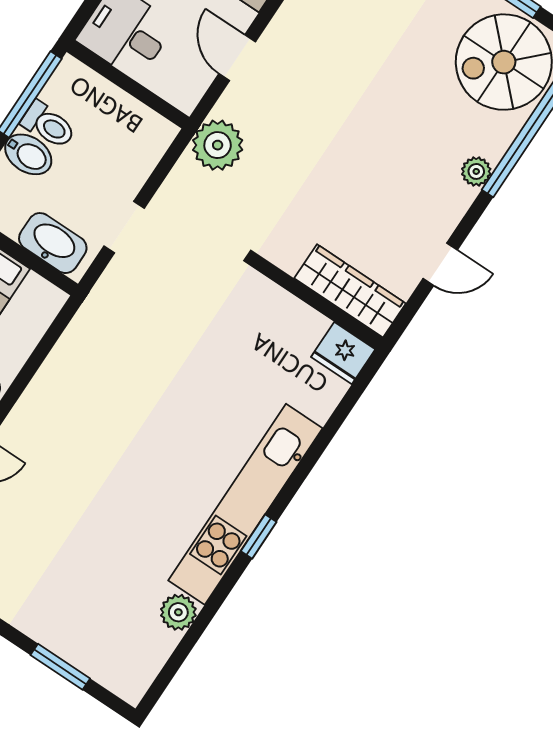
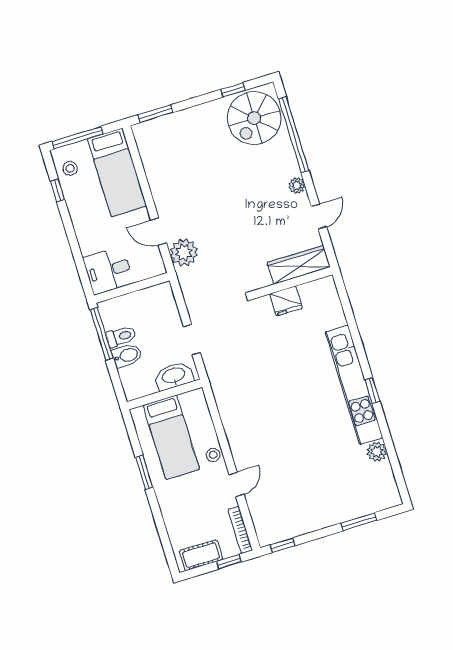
plant: (218, 145) -> (184, 252), moved
plant: (476, 171) -> (297, 185), moved
fridge: (343, 353) -> (286, 301), moved

